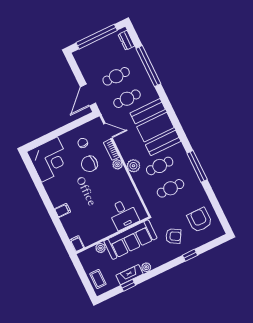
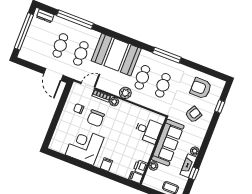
corner desk: (49, 160) -> (85, 146), moved, turned -90
printer: (89, 239) -> (140, 167), added
window: (190, 255) -> (220, 107), moved

